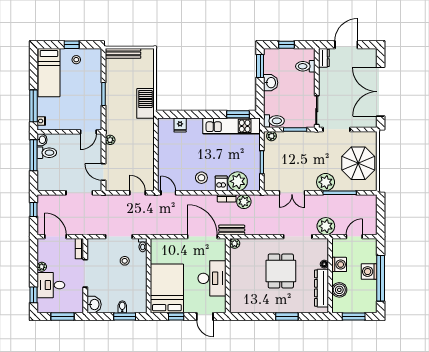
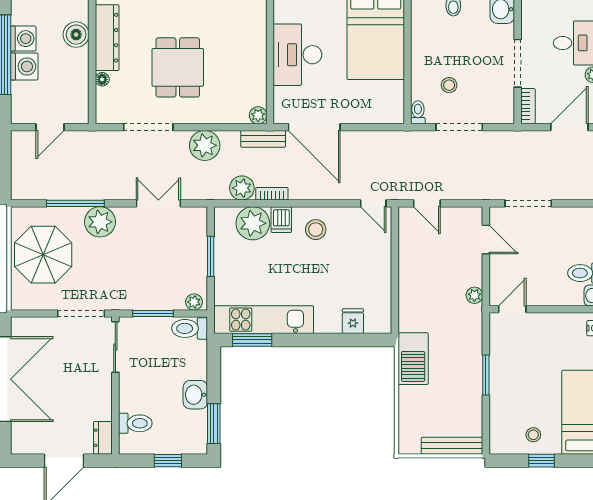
plant: (326, 226) -> (205, 145), moved
door: (56, 237) -> (569, 127), swing flipped
washing machine: (339, 264) -> (23, 39), moved, turned 180

